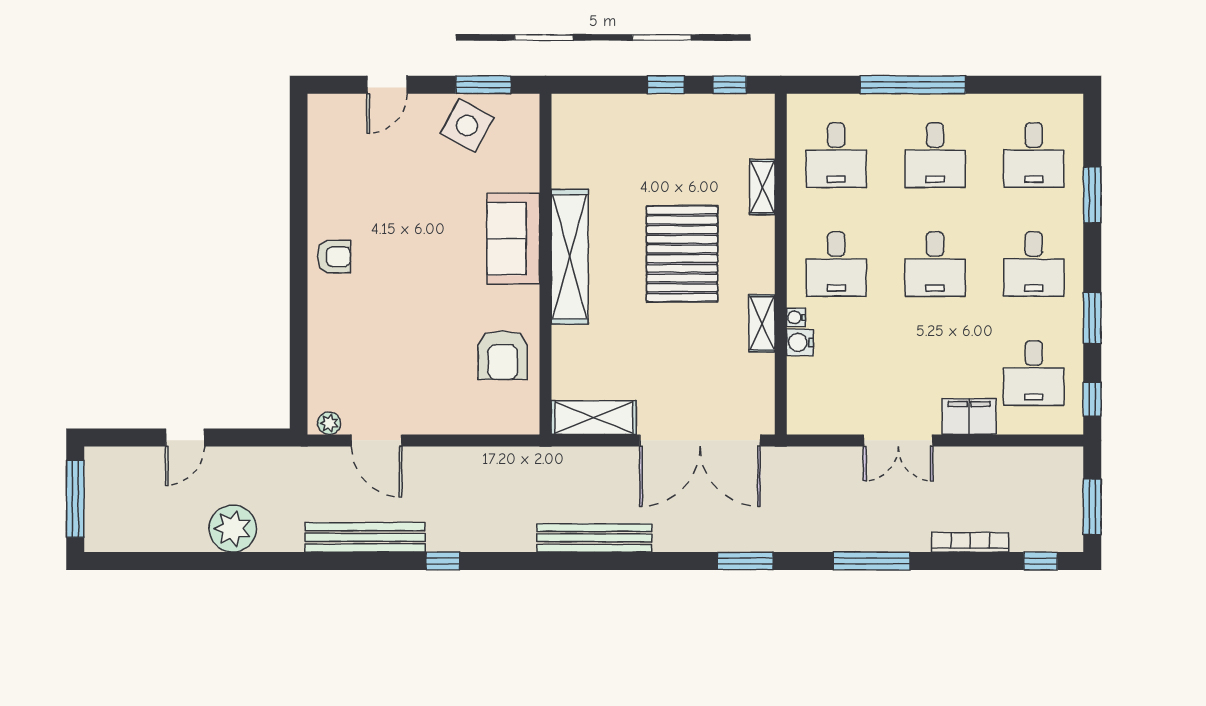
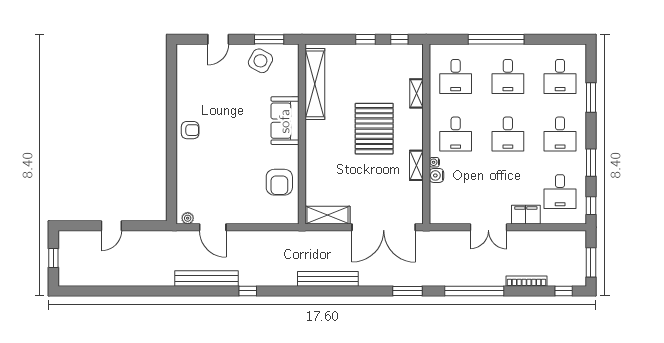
shelving: (570, 257) -> (315, 84), moved
window: (75, 499) -> (53, 258), width x0.46
plant: (233, 529) -> (137, 274), removed
window: (871, 561) -> (474, 291), width x1.46

